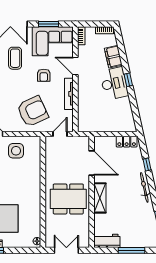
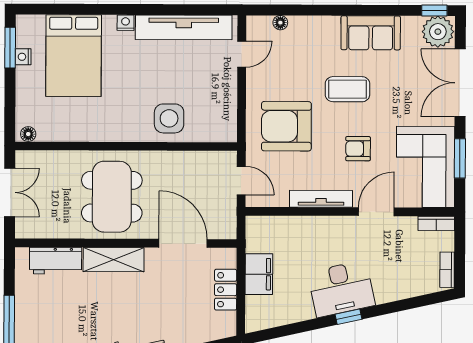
filing cabinet: (113, 57) -> (259, 274), moved, turned 102
coffee table: (15, 58) -> (347, 89), moved
armchair: (33, 111) -> (286, 126), turned 115
locker: (127, 142) -> (226, 290), moved
side table: (16, 151) -> (169, 118), moved
door: (92, 163) -> (183, 243), swing flipped
workbench: (107, 241) -> (56, 261), moved, turned 90

